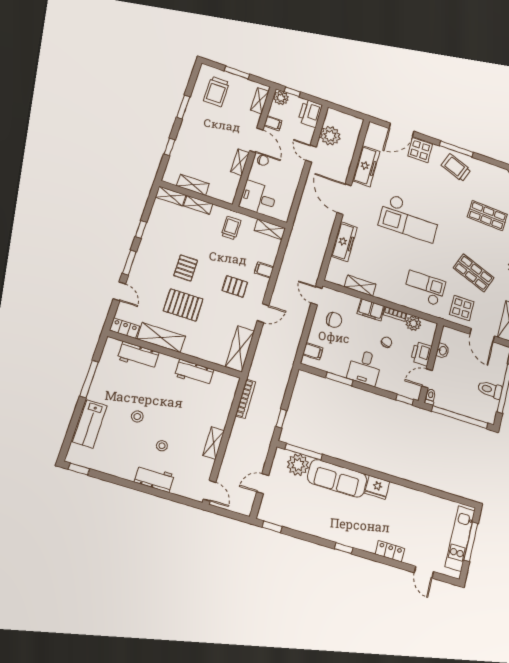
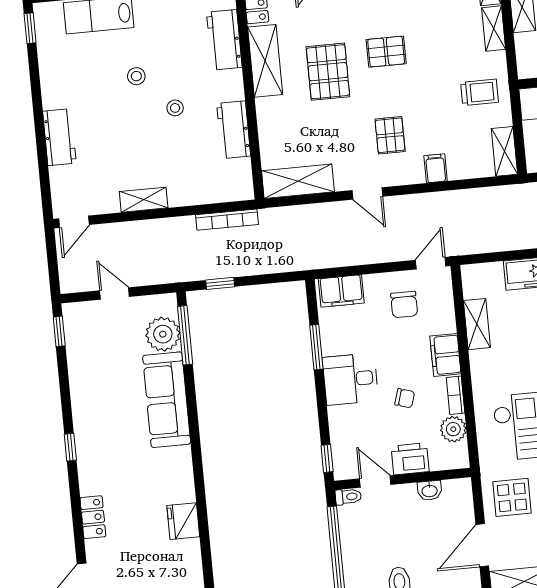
filing cabinet: (313, 351) -> (341, 291), width x2.00
stool: (162, 446) -> (175, 108), moved
fridge: (377, 487) -> (183, 521), moved

